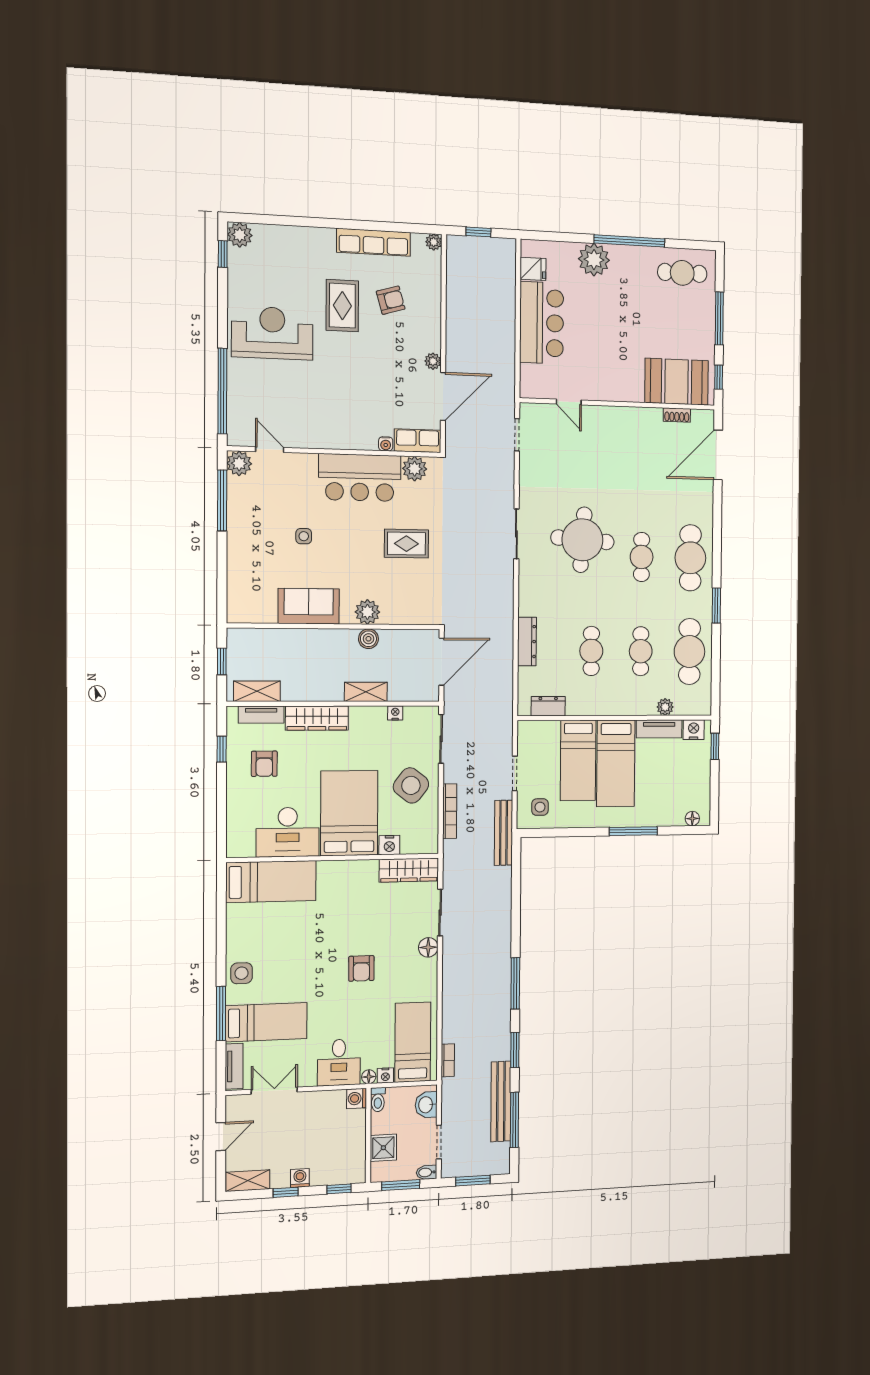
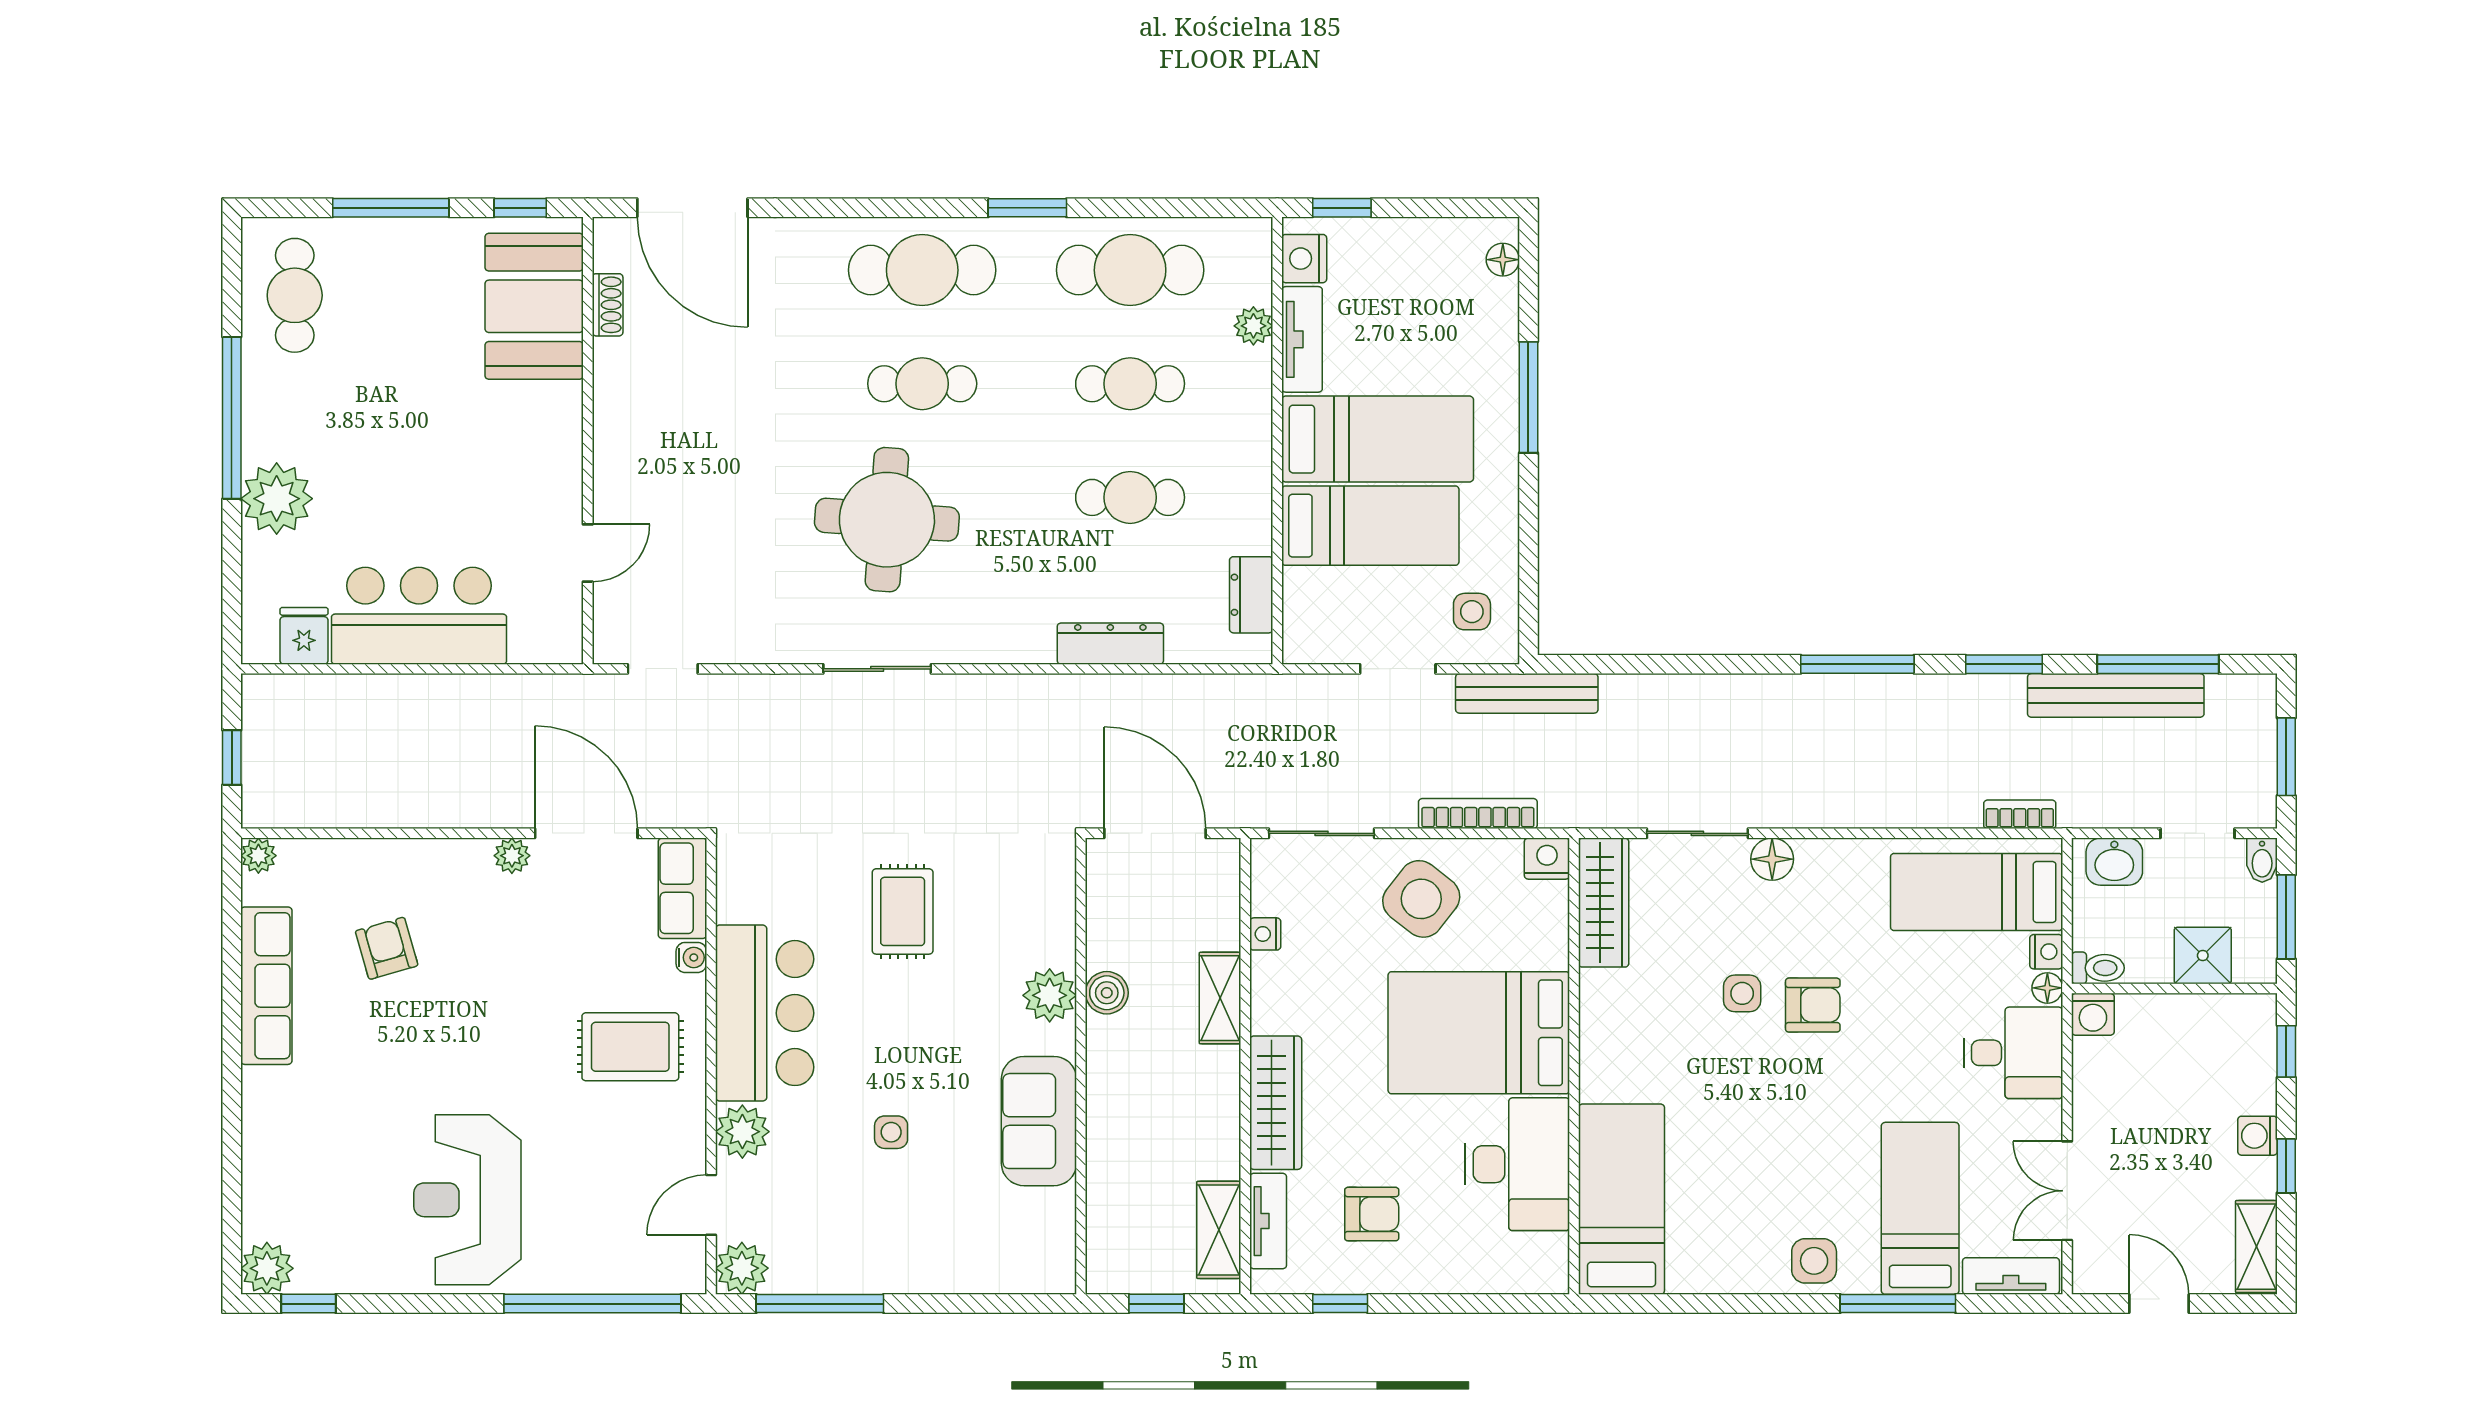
rug: (342, 306) -> (630, 1047), moved
plant: (415, 469) -> (742, 1132), moved
nightstand: (389, 845) -> (1547, 859), moved, turned -90
side table: (367, 935) -> (1742, 993), added

